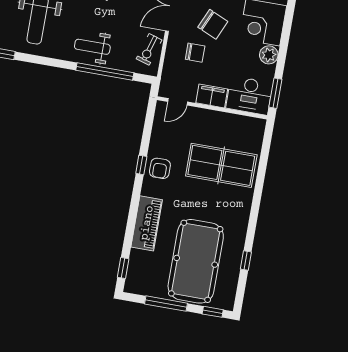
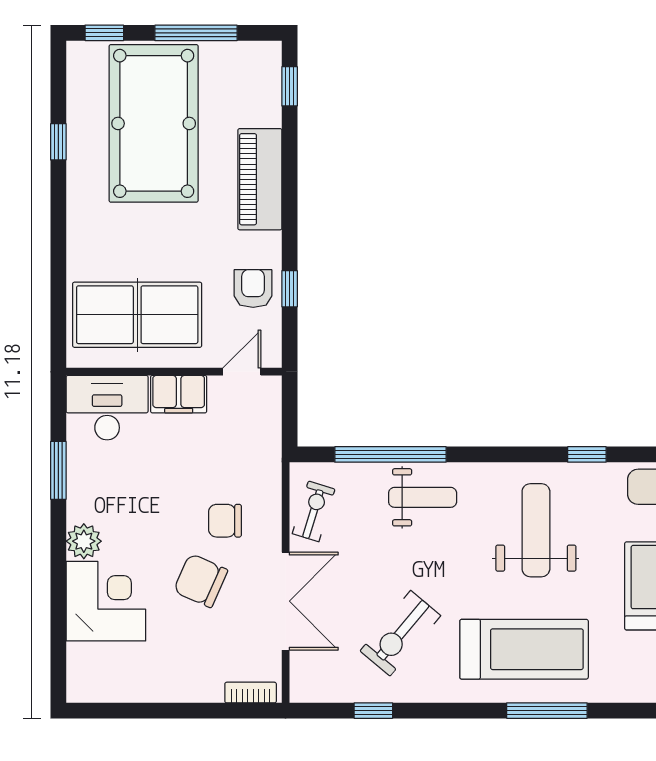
filing cabinet: (212, 96) -> (179, 394), moved
desk: (249, 96) -> (107, 408), moved
door: (178, 102) -> (242, 372), moved
wall: (212, 108) -> (174, 372), moved

